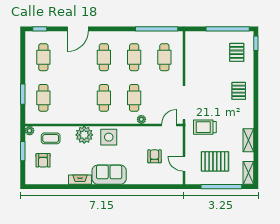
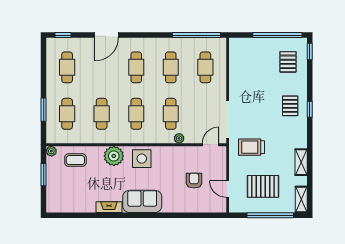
window: (256, 94) -> (310, 109), added
cafe table: (74, 98) -> (102, 114), added
armchair: (43, 160) -> (67, 185), removed

